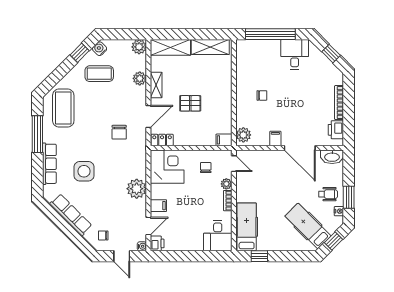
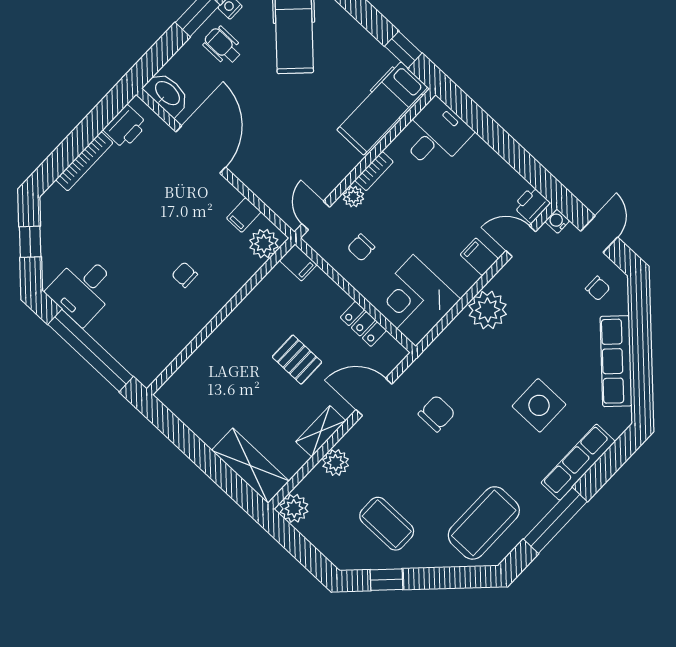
shelving: (210, 47) -> (193, 413), removed
water cooler: (100, 49) -> (353, 559), removed
filing cabinet: (275, 138) -> (244, 215), moved
locker: (162, 140) -> (363, 324), moved

